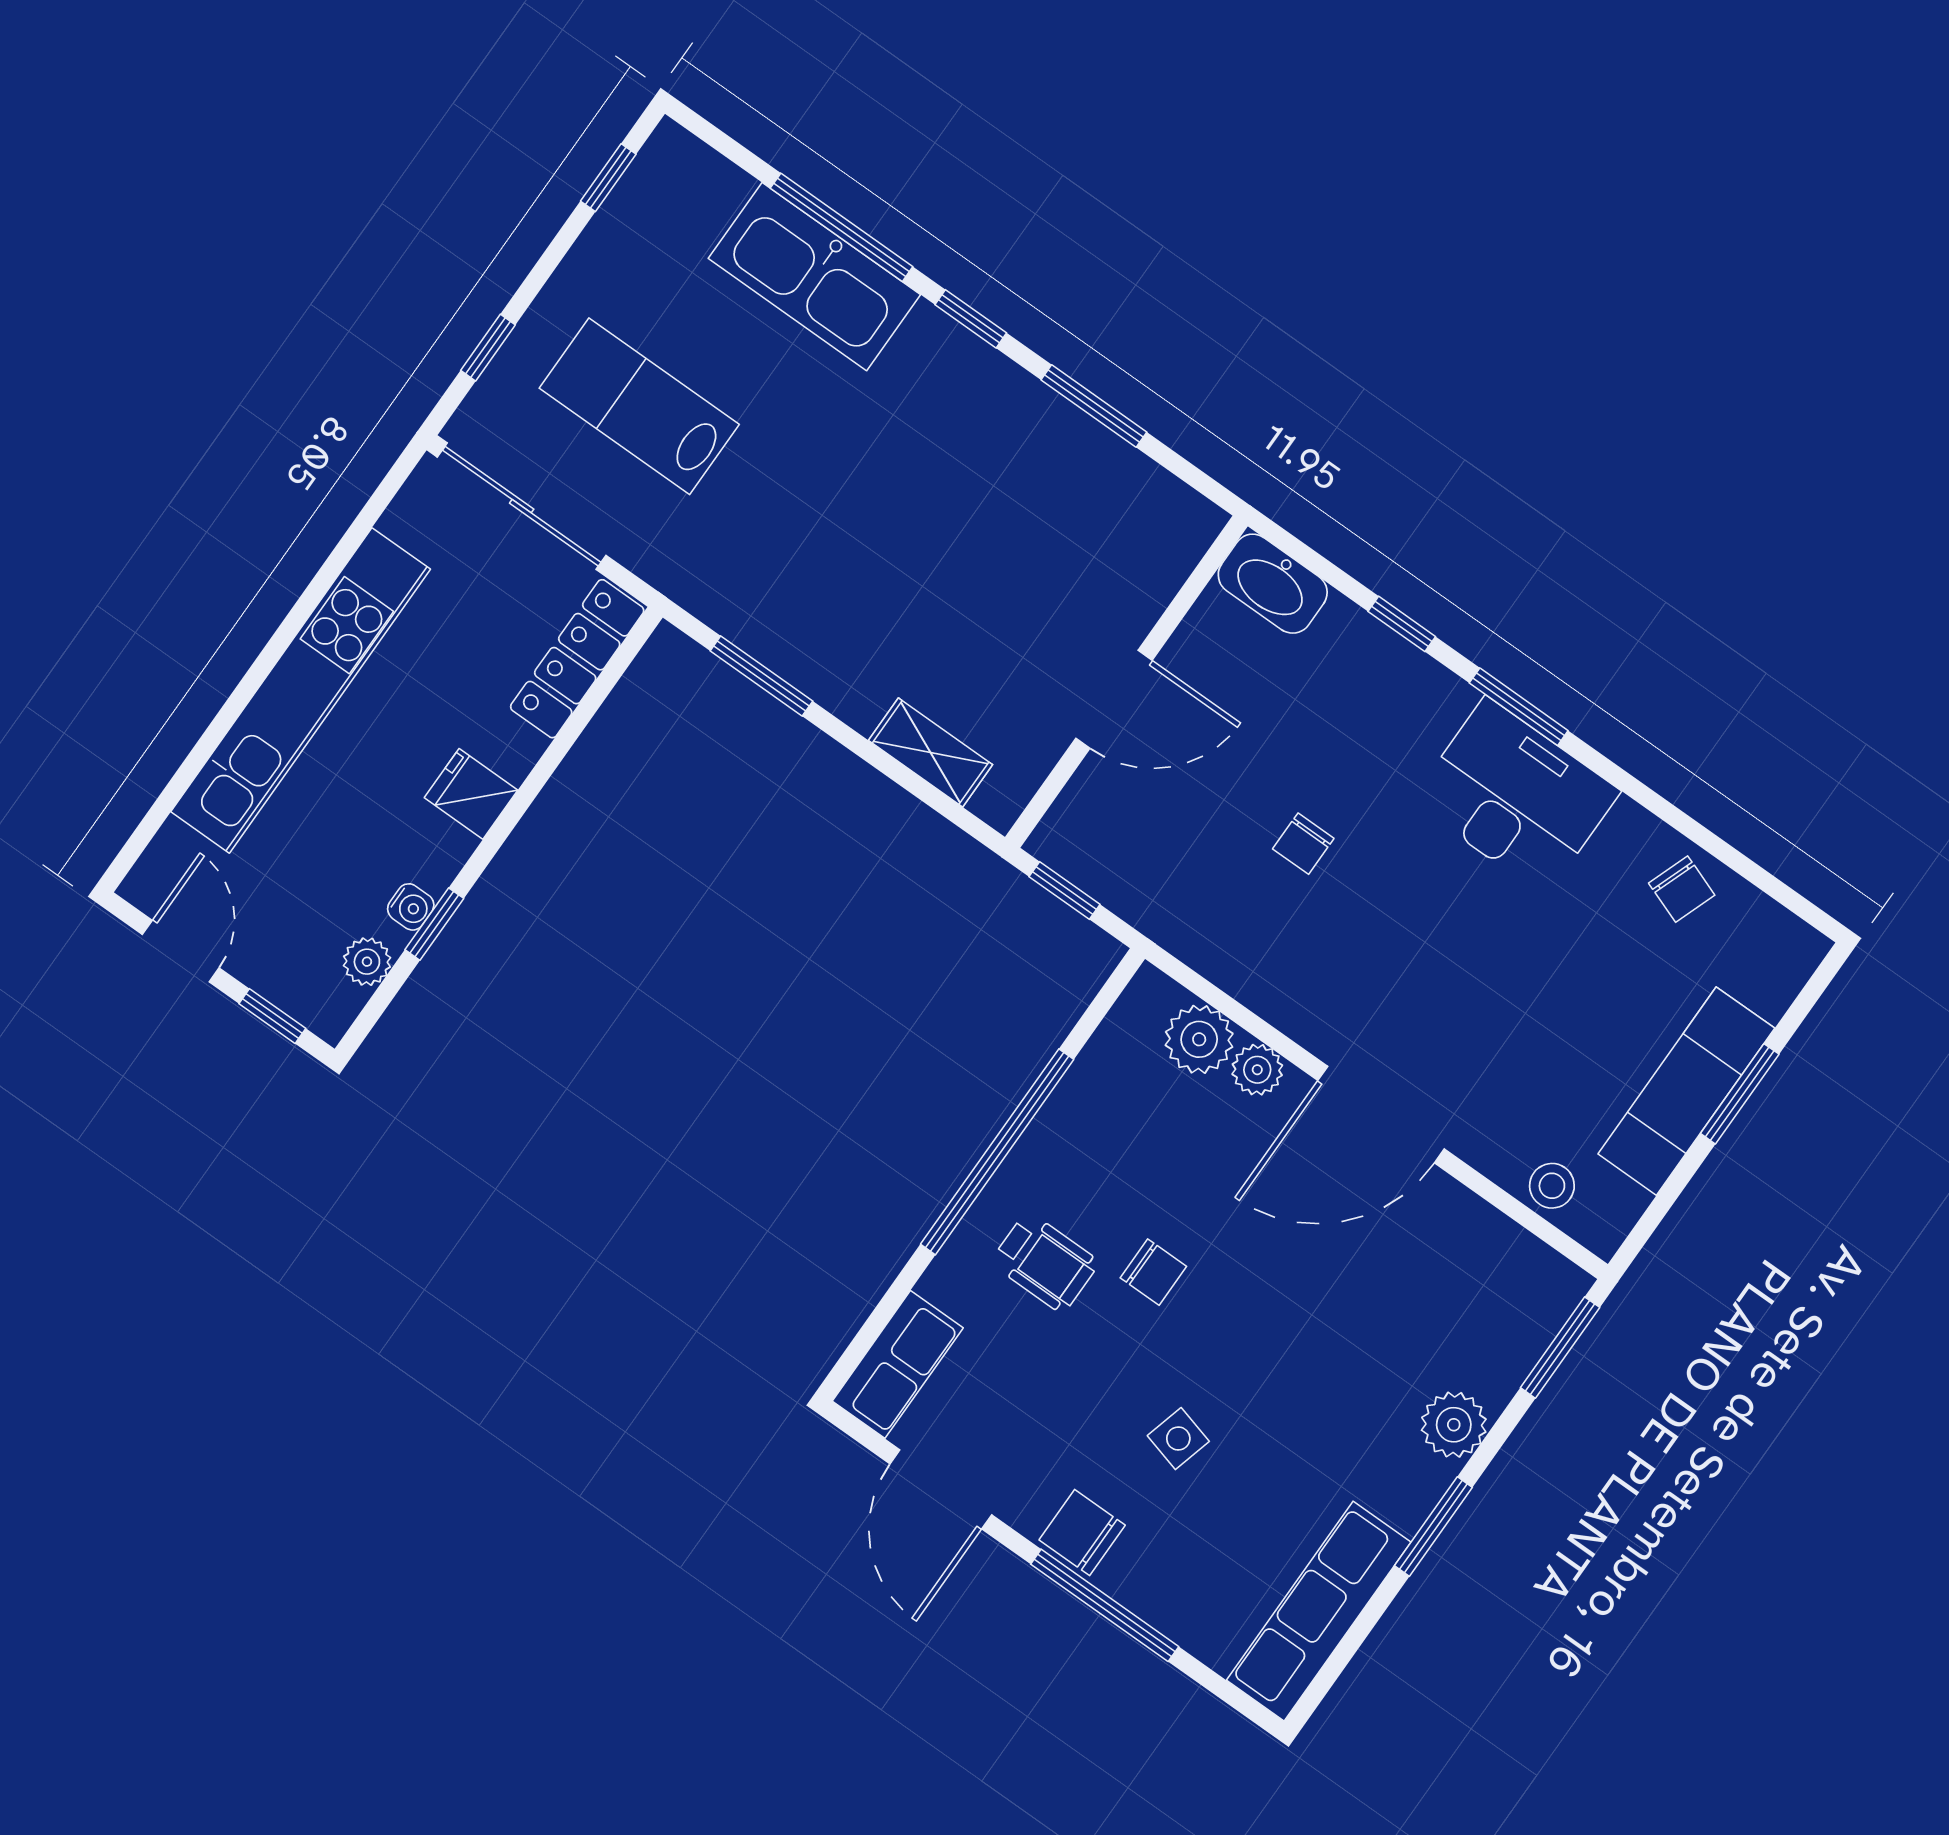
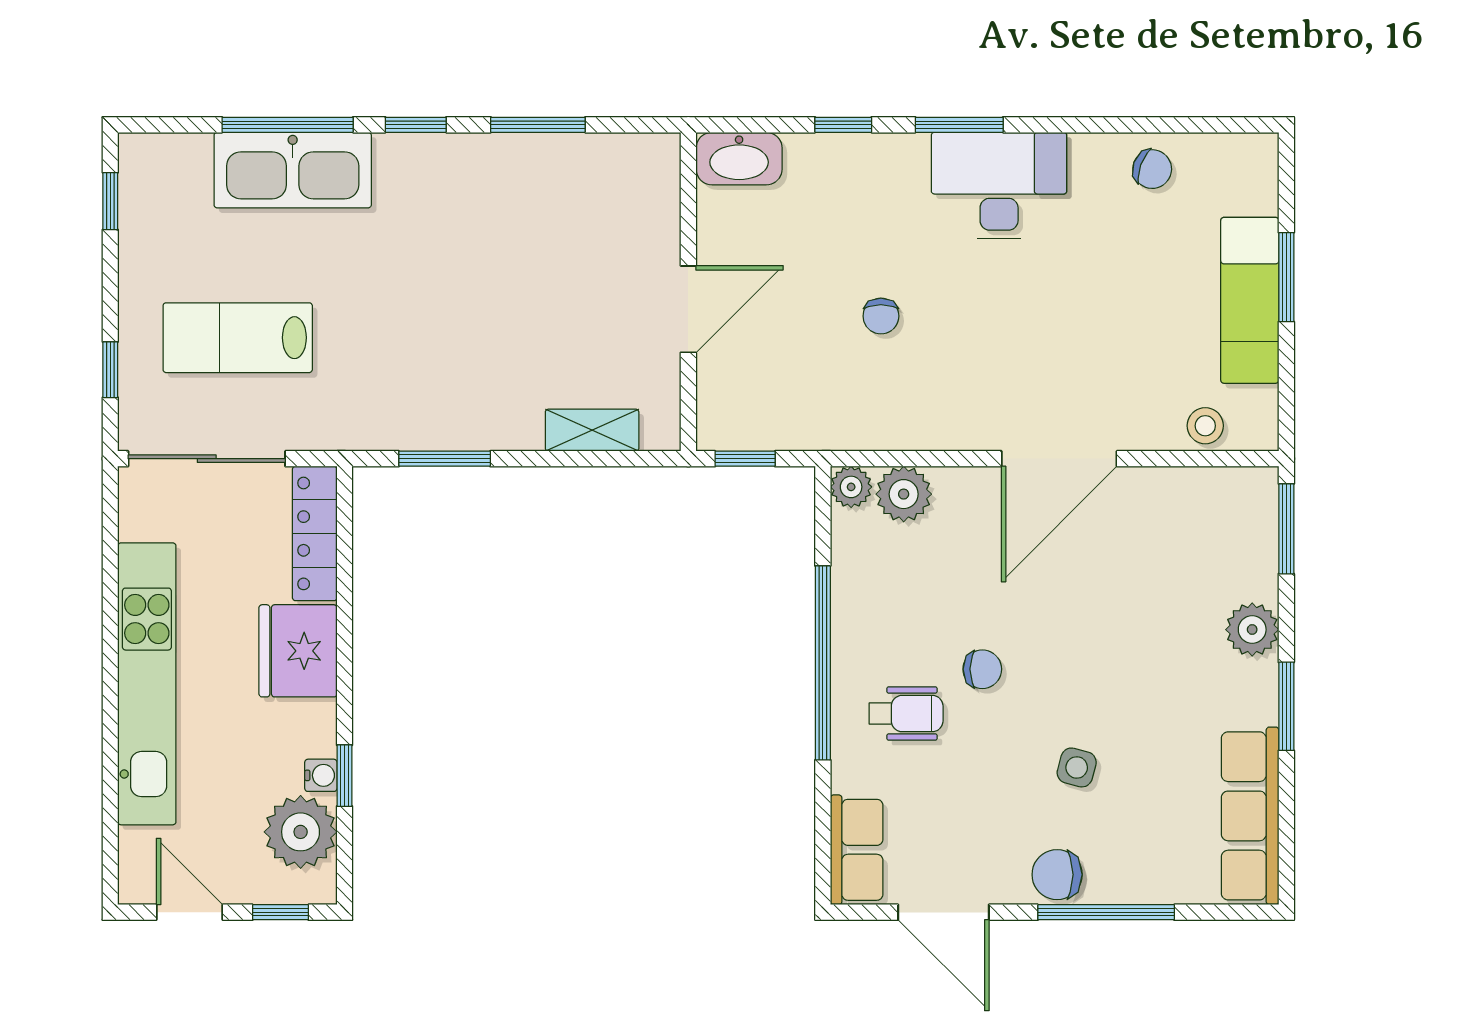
fridge: (471, 794) -> (298, 651), width x1.88, depth x1.34
plant: (367, 962) -> (301, 832), width x1.88, depth x1.88
plant: (1257, 1070) -> (851, 487), moved

